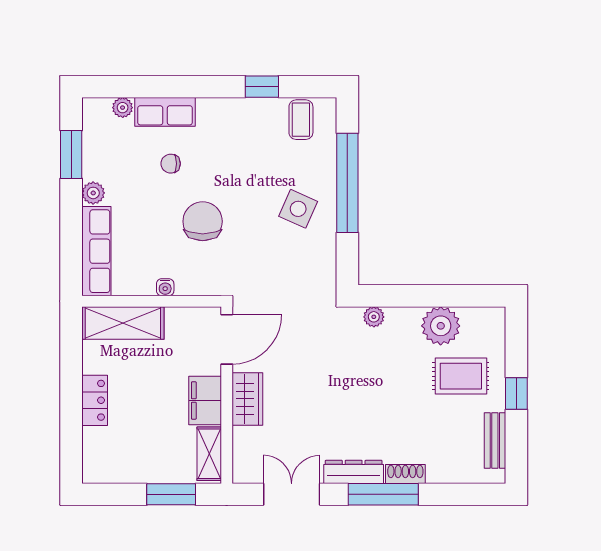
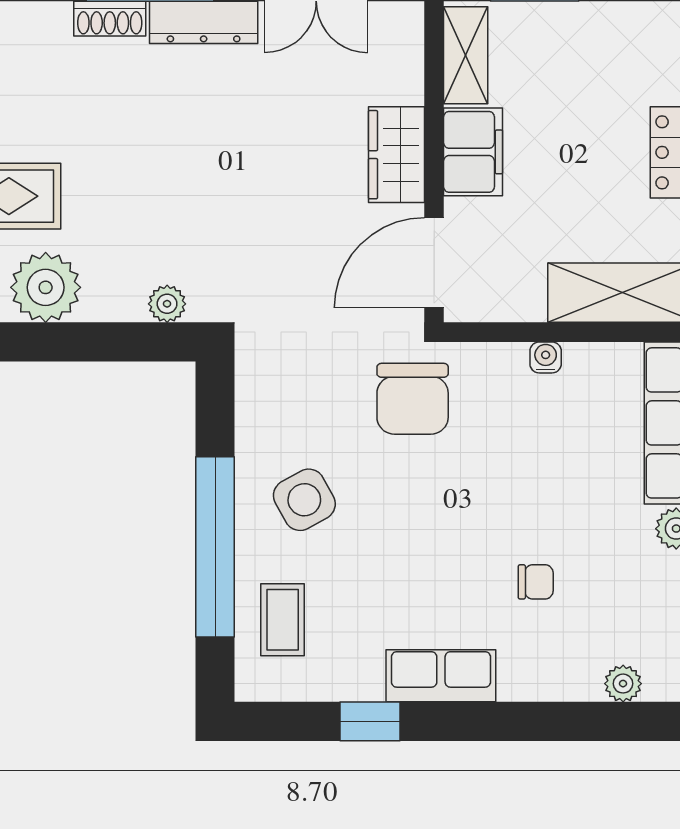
row of seats: (165, 112) -> (441, 676), moved
coffee table: (301, 120) -> (283, 620), moved
side table: (298, 209) -> (304, 500), turned 37
chair: (203, 221) -> (413, 399), moved

